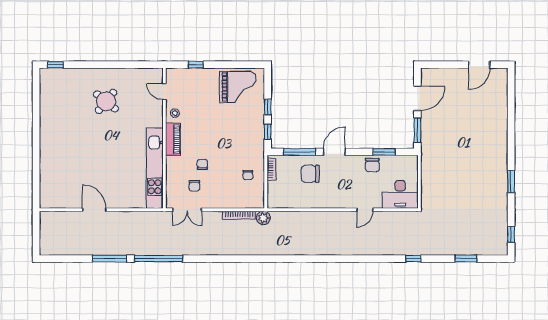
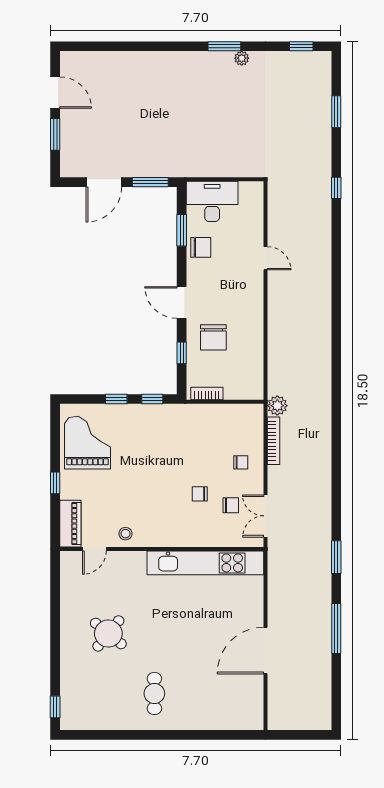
window: (196, 65) -> (55, 483), moved
window: (450, 65) -> (55, 134), added
door: (417, 98) -> (104, 182), swing flipped
cafe table: (65, 133) -> (154, 693), added
piano: (173, 139) -> (70, 524), moved, turned 90
window: (300, 152) -> (182, 353), width x0.46
chair: (248, 175) -> (241, 462), moved
plant: (503, 193) -> (242, 58), added
desk: (400, 194) -> (212, 201), moved, turned -90
door: (94, 210) -> (266, 651), width x1.36
double door: (187, 210) -> (266, 516), swing flipped
window: (159, 259) -> (336, 557), width x0.47

